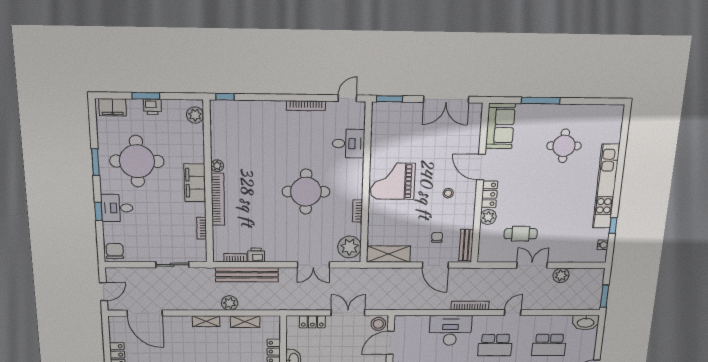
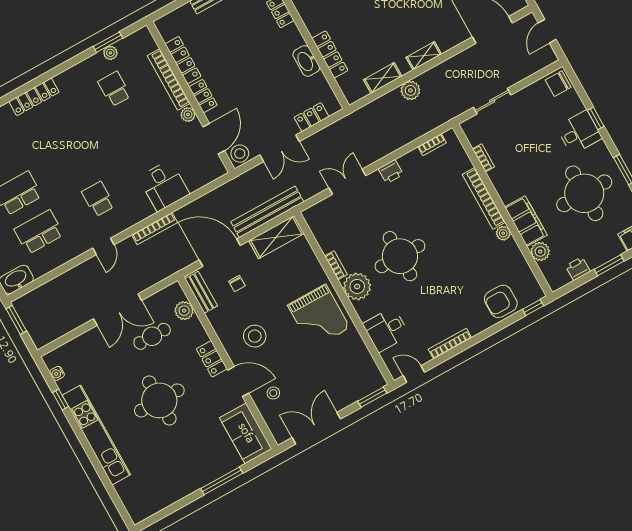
door: (347, 98) -> (414, 374), swing flipped
printer: (152, 107) -> (578, 269), moved
plant: (195, 115) -> (540, 251), moved
armchair: (248, 116) -> (501, 301), added
stool: (461, 144) -> (273, 393), added
round table: (564, 146) -> (159, 400), moved, width x1.36, depth x1.36
grand piano: (393, 181) -> (319, 317), turned 90
filing cabinet: (195, 183) -> (526, 221), moved
stool: (448, 193) -> (255, 336), width x1.89, depth x1.89
plant: (488, 217) -> (184, 311), moved
plant: (349, 247) -> (357, 286), moved
chair: (115, 251) -> (558, 84), turned 90
printer: (256, 255) -> (391, 172), moved
door: (435, 265) -> (220, 253), width x1.36
double door: (532, 265) -> (118, 310), width x1.37
bench: (247, 275) -> (267, 212), moved
plant: (561, 275) -> (79, 316), removed
desk: (450, 330) -> (164, 186), width x0.73
school desk: (495, 345) -> (98, 199), width x0.54

